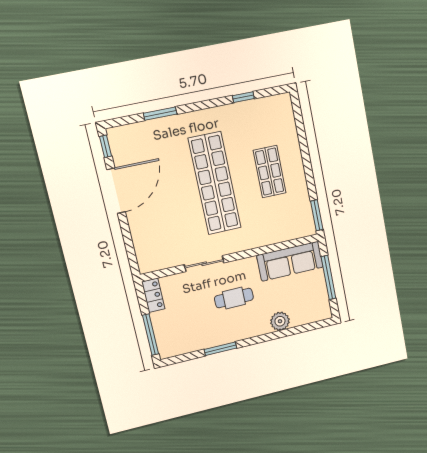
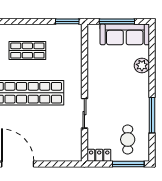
sofa: (290, 261) -> (125, 34), moved, turned 90
cafe table: (234, 298) -> (128, 139), moved
window: (220, 349) -> (152, 115), width x1.44

